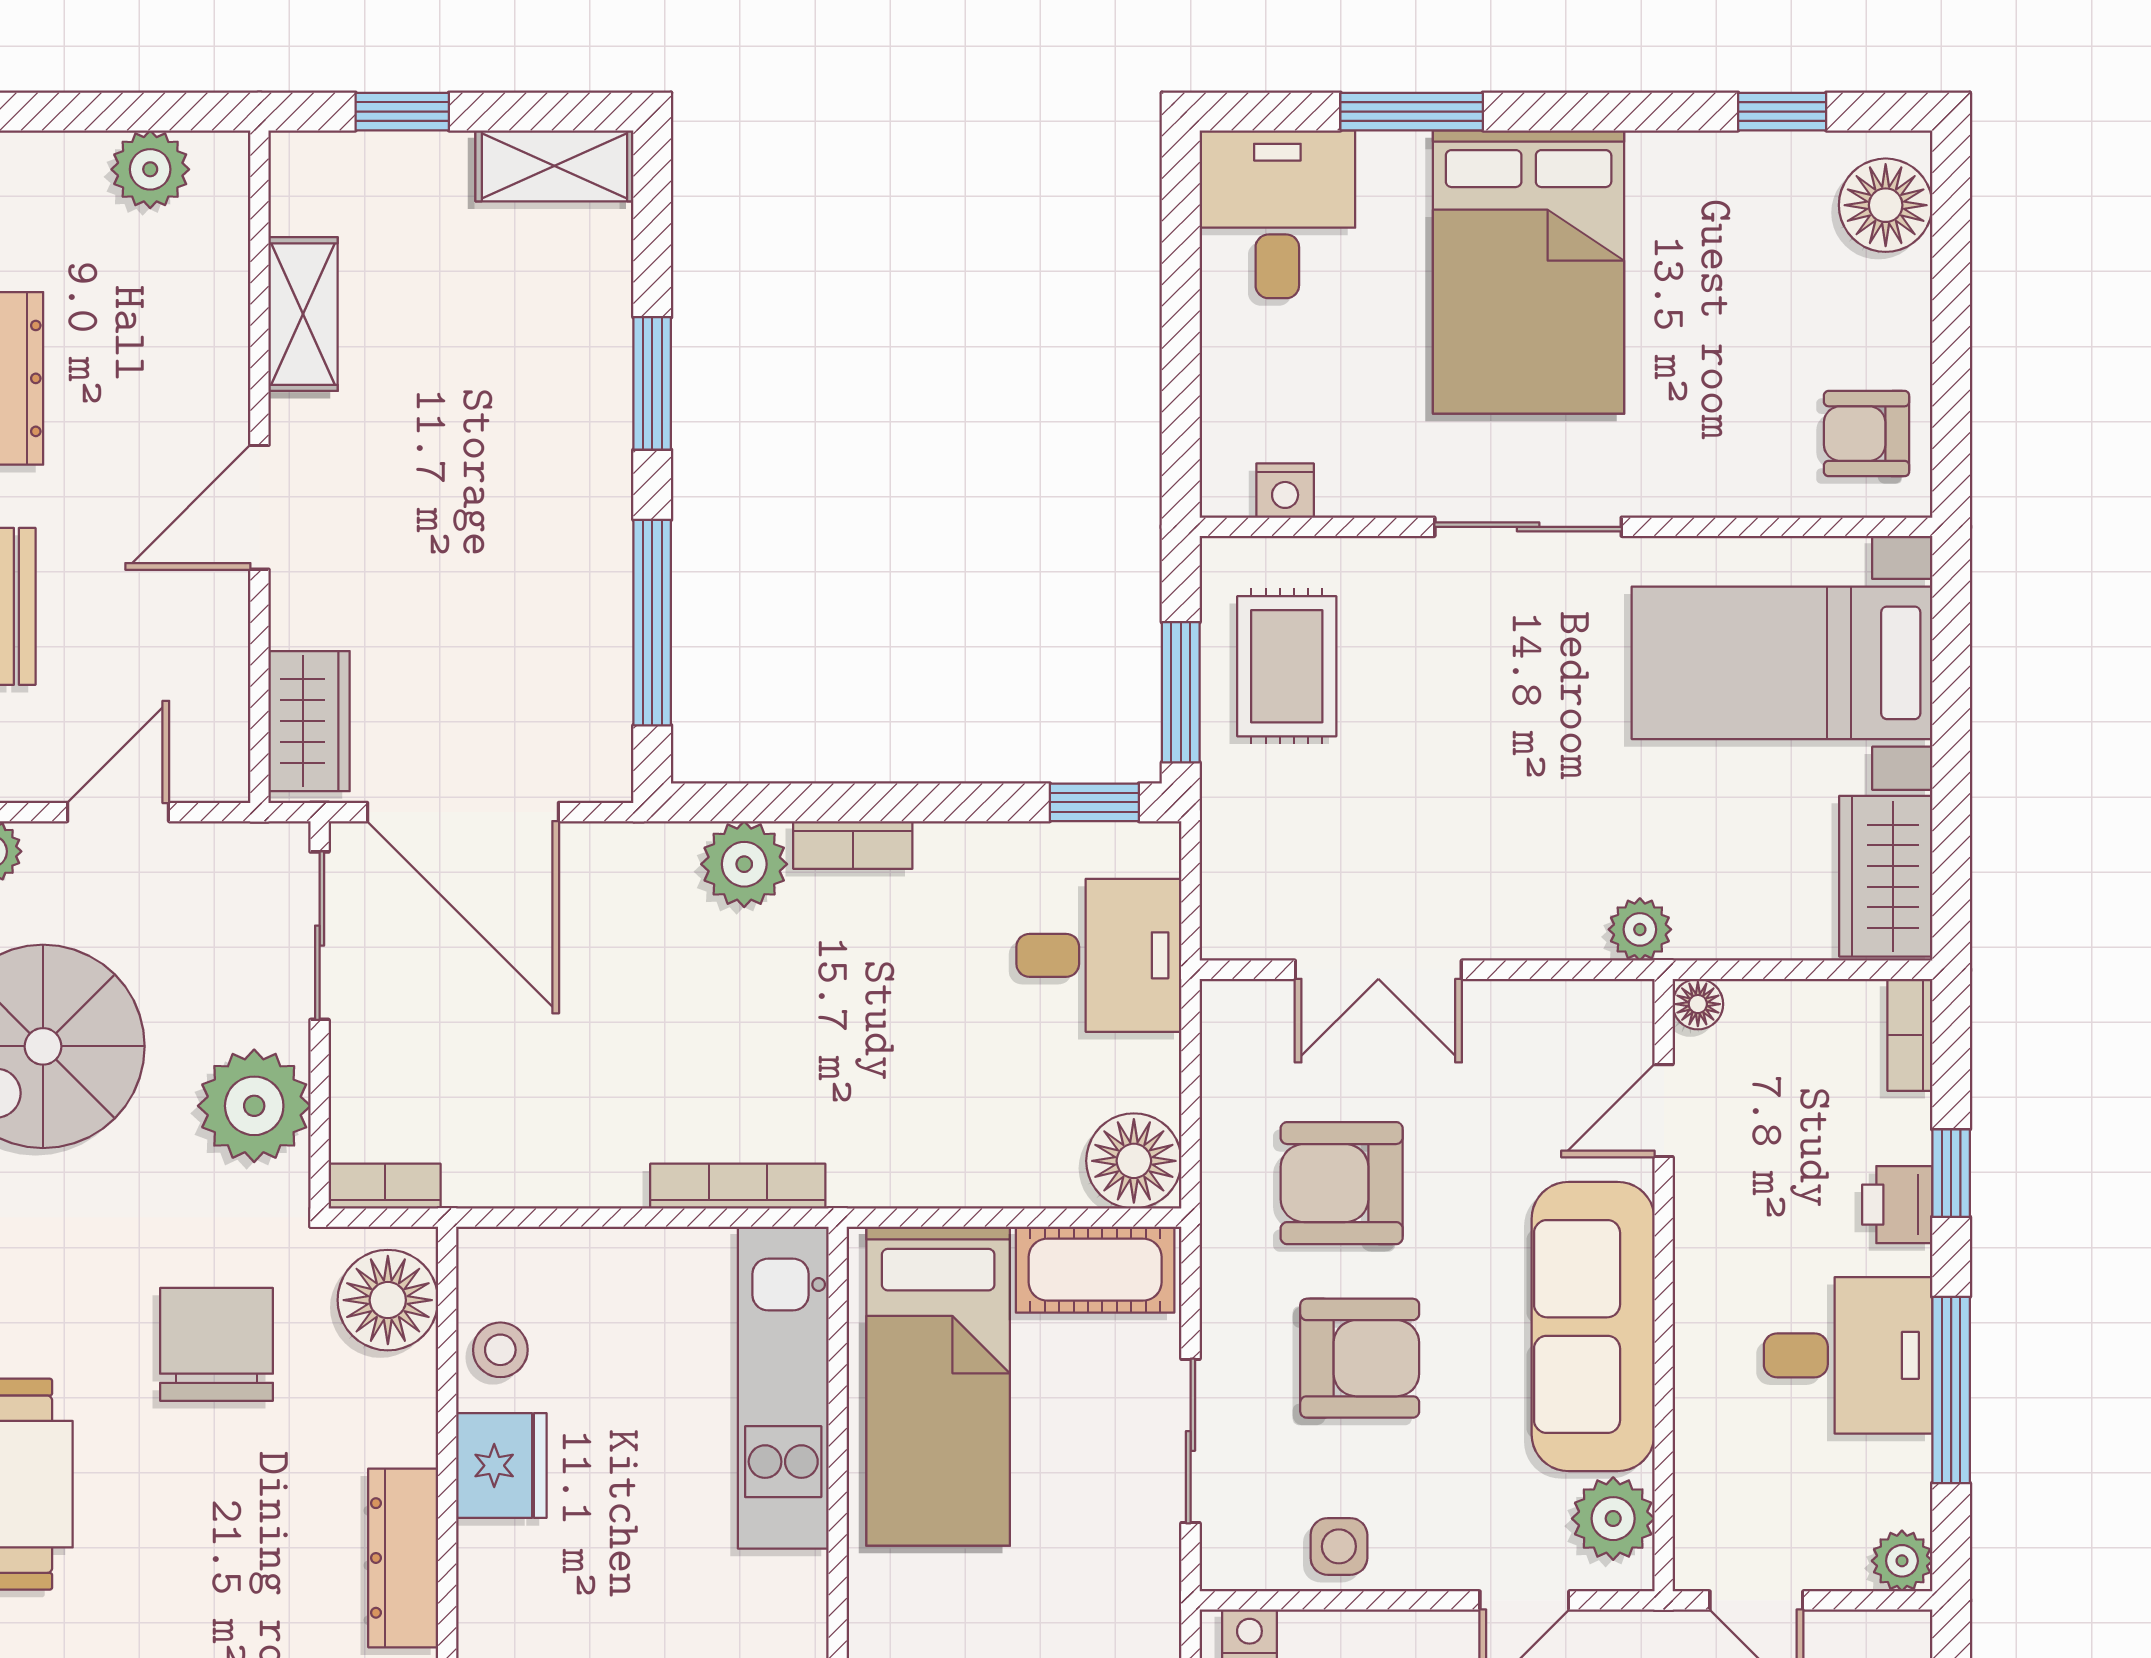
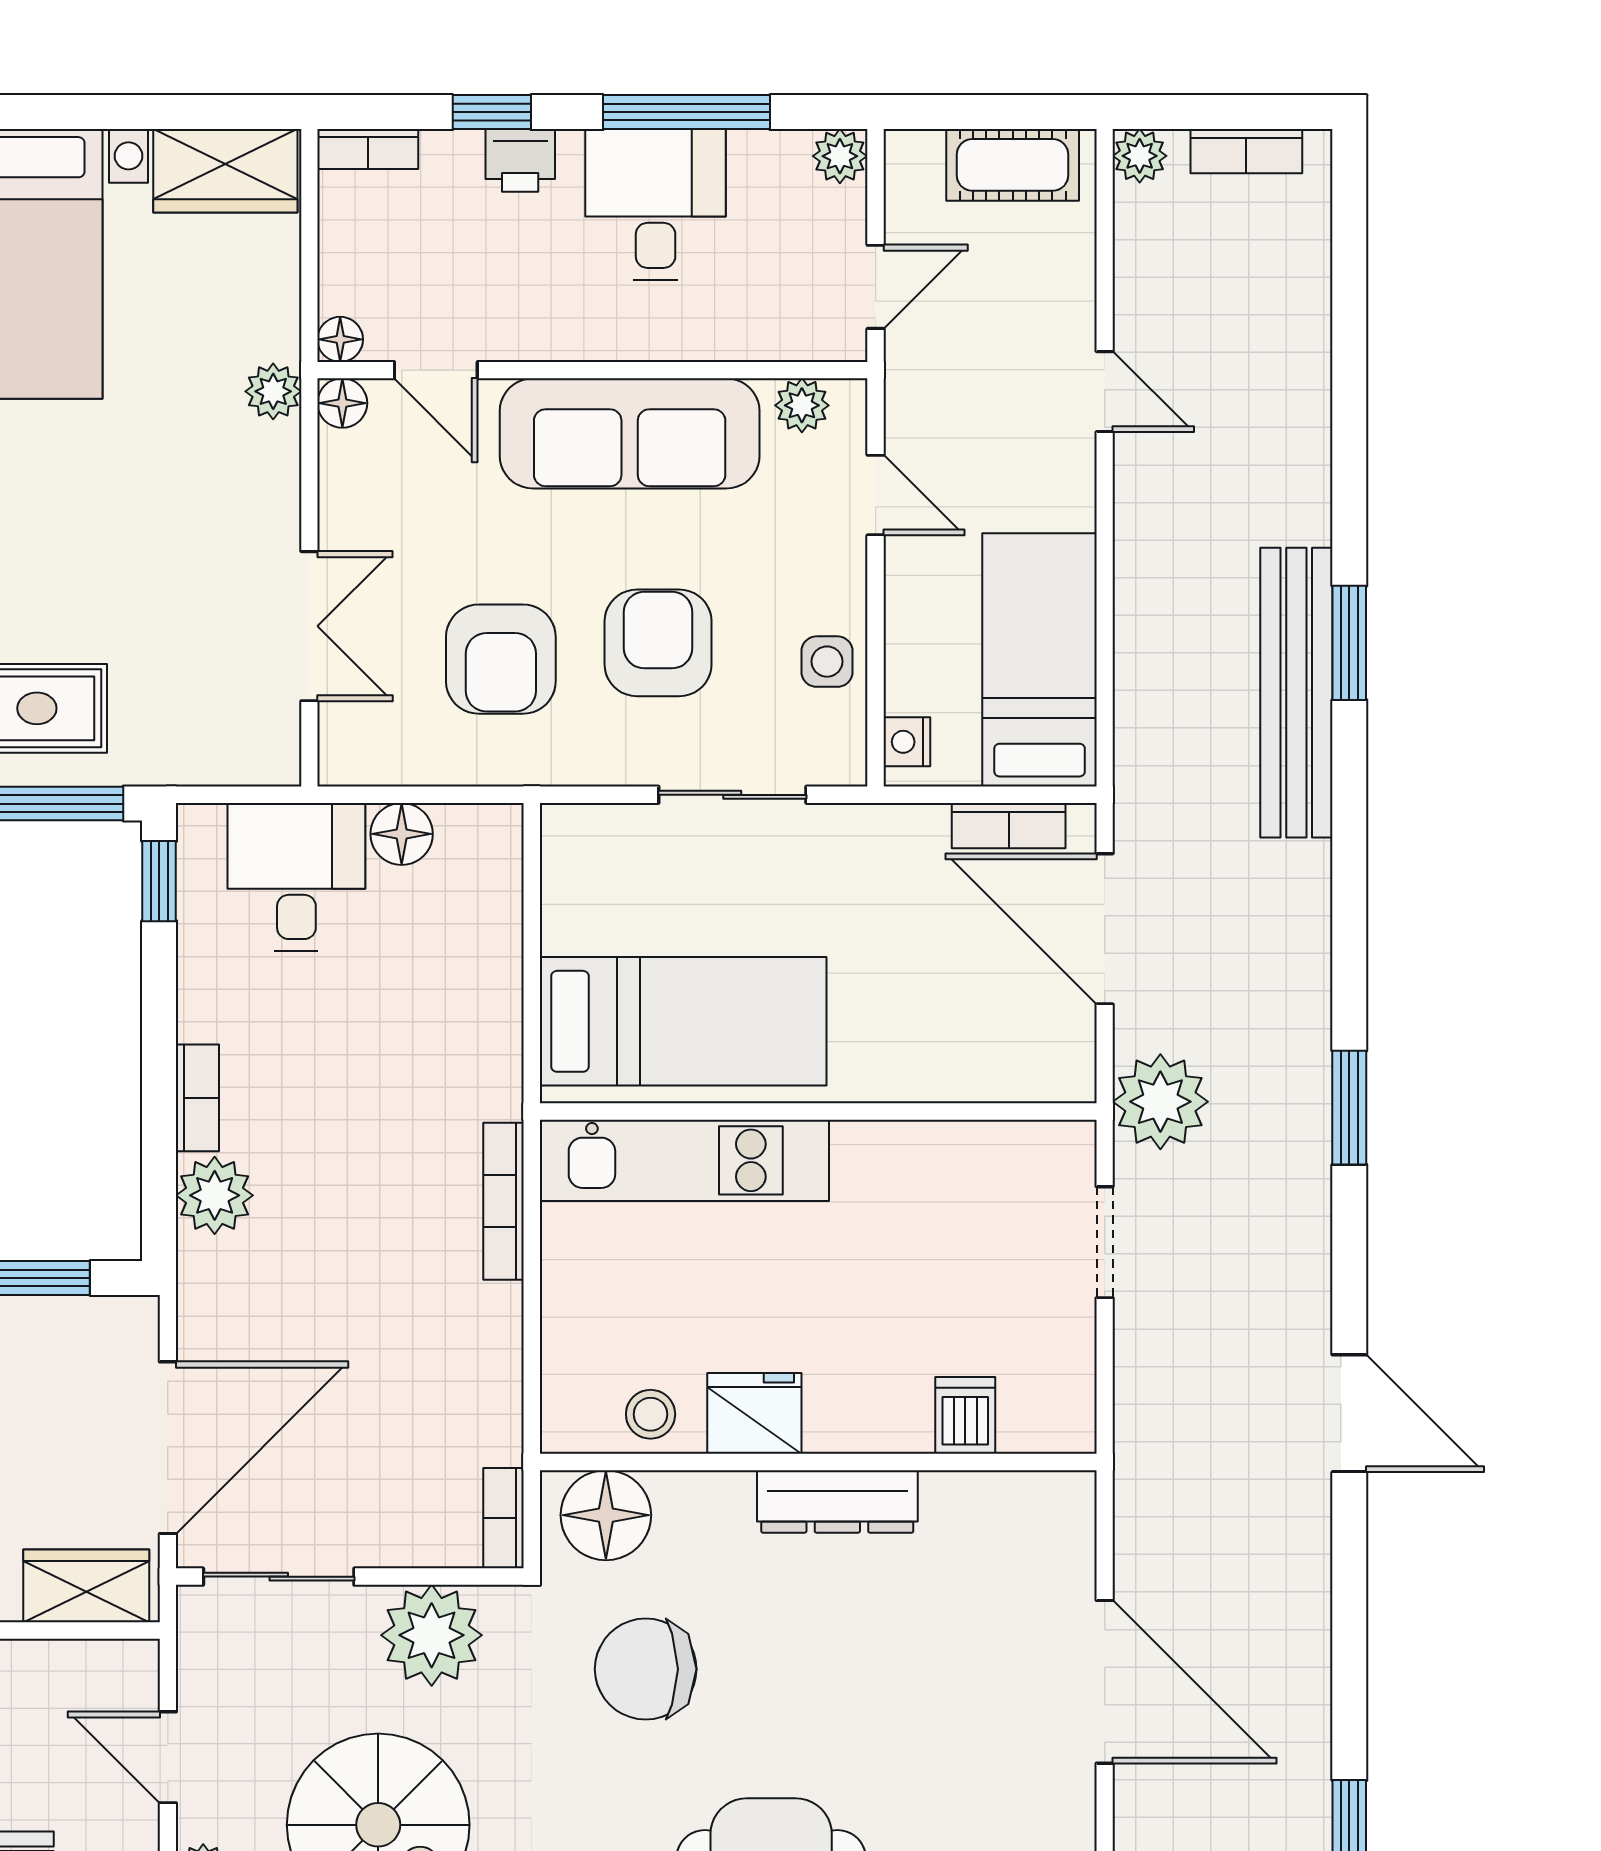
floor lamp: (1627, 1006) -> (342, 403), added
floor lamp: (1134, 1161) -> (402, 834), moved, width x0.73, depth x0.73
cot: (1095, 1270) -> (579, 880), removed
plant: (1613, 1519) -> (802, 405), width x0.73, depth x0.73

